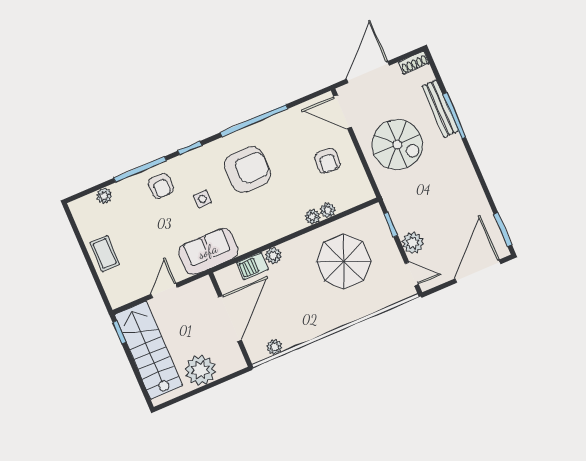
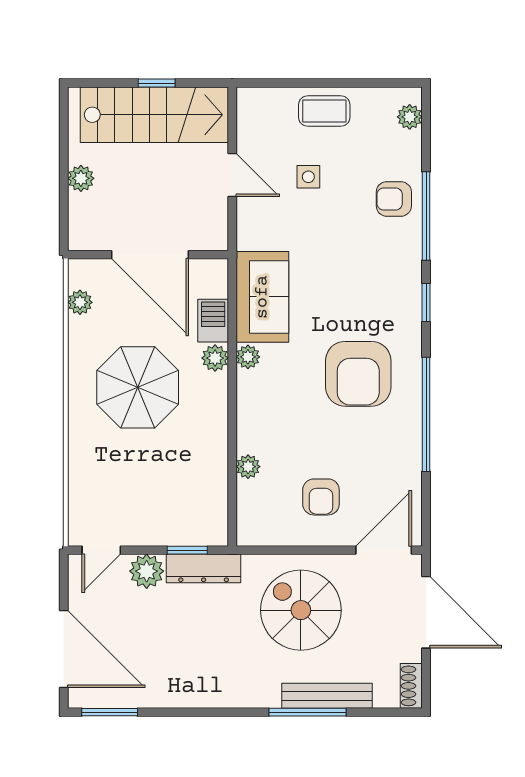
spiral stairs: (397, 145) -> (301, 610), turned 90
armchair: (327, 161) -> (321, 497), turned -94
armchair: (161, 186) -> (394, 199), moved
plant: (104, 196) -> (410, 117), moved
side table: (202, 199) -> (308, 177), moved
dresser: (397, 211) -> (204, 568), added
plant: (313, 217) -> (248, 357), moved
sofa: (208, 251) -> (262, 297), moved
parasol: (343, 261) -> (138, 387), moved
window: (119, 332) -> (157, 83), moved
plant: (200, 370) -> (81, 178), width x0.53, depth x0.53

